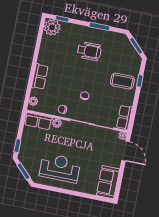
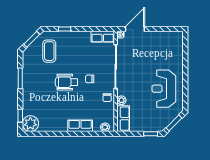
wheelchair: (89, 51) -> (67, 82), moved, turned -90
coffee table: (122, 81) -> (49, 51), moved
sofa: (108, 182) -> (168, 40), removed

